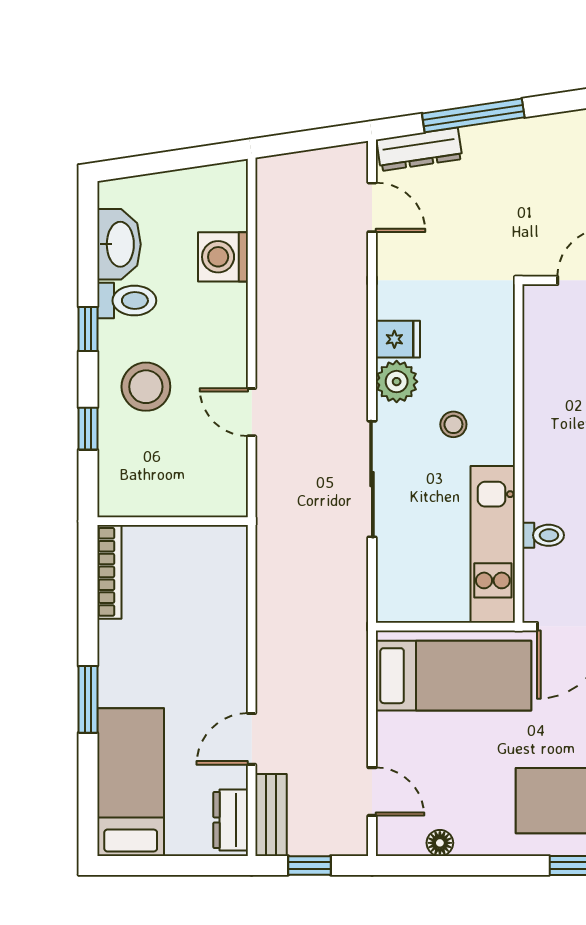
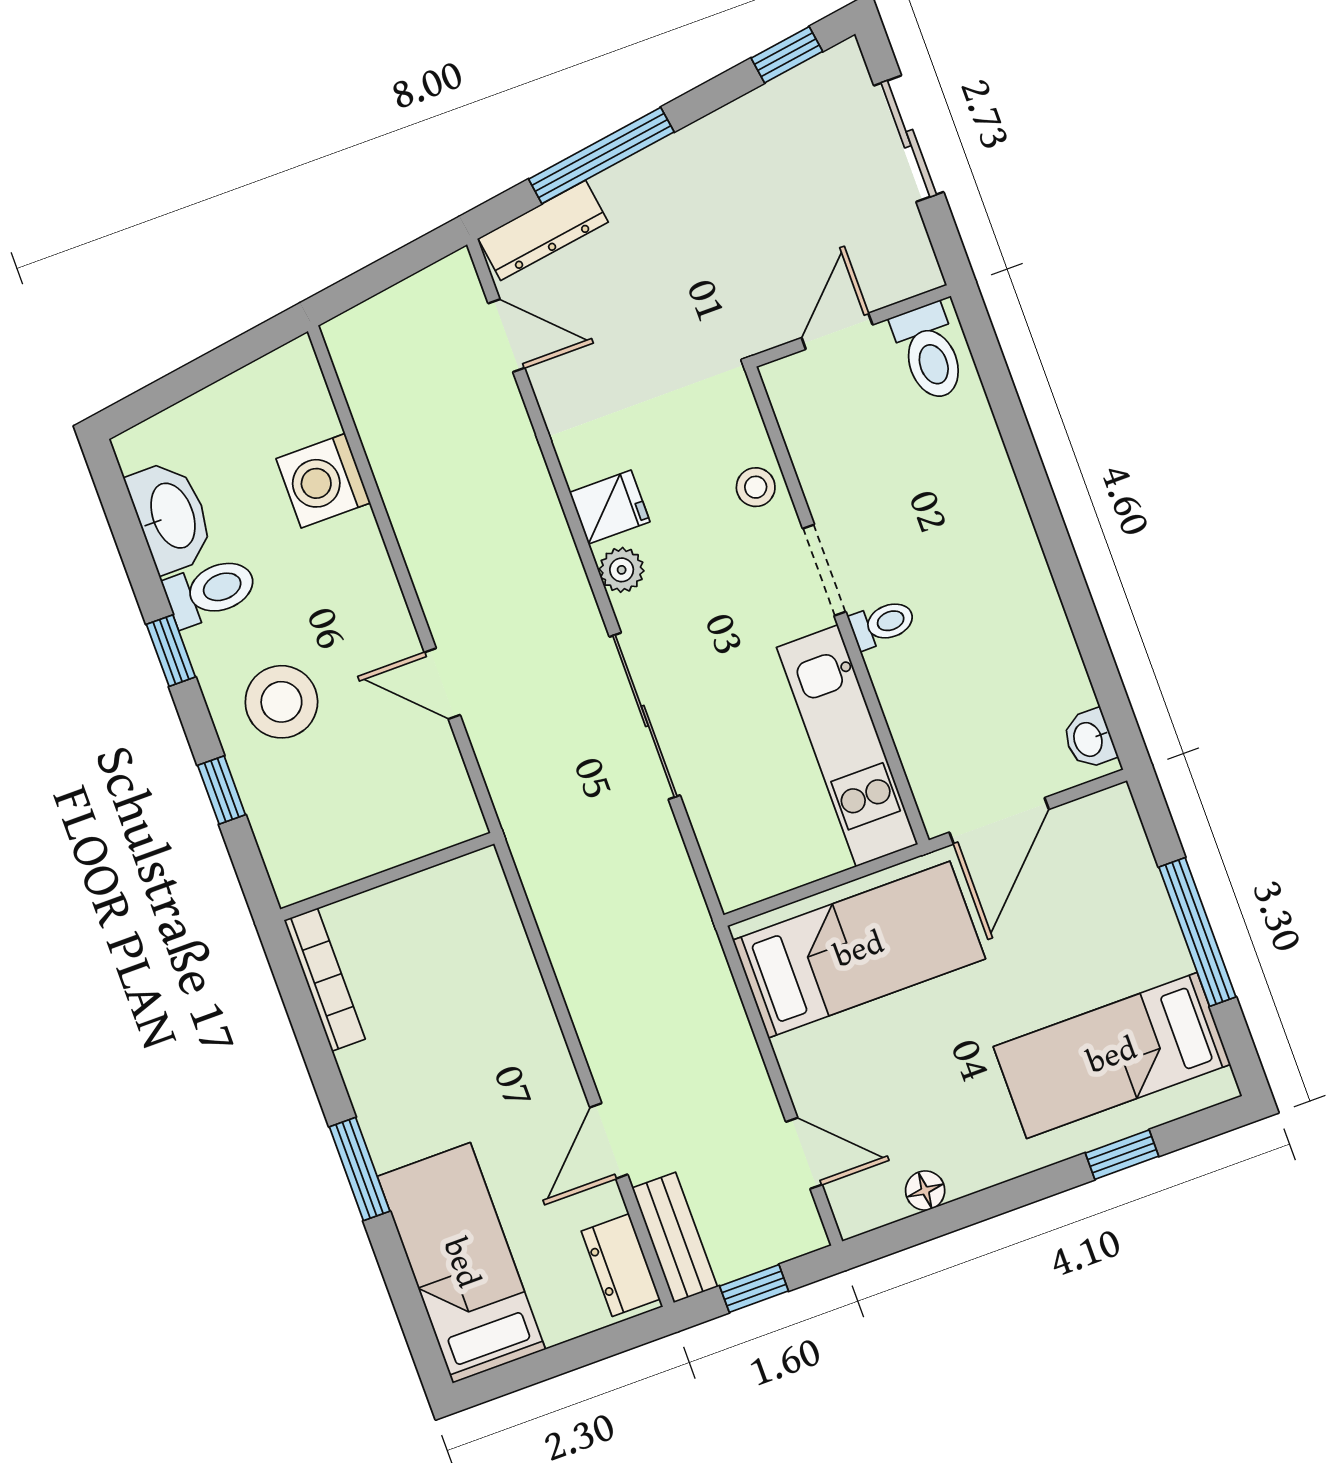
plant: (397, 382) -> (622, 570), width x0.73, depth x0.73
stool: (453, 424) -> (756, 487), moved
doorway: (519, 428) -> (824, 570), added
toilet: (543, 535) -> (883, 624), moved

